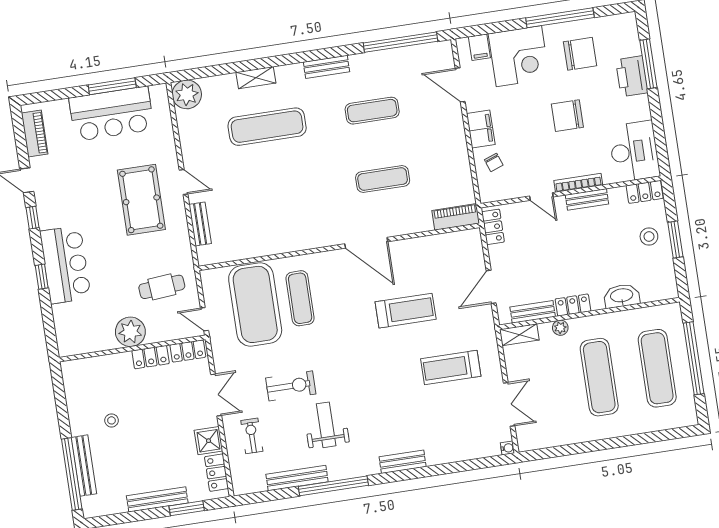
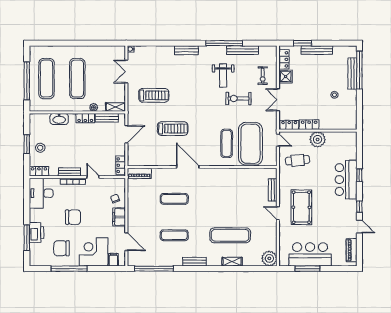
treadmill: (406, 311) -> (173, 129), turned 180

